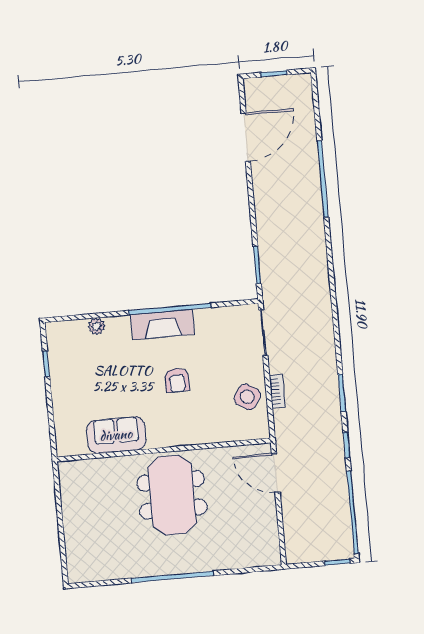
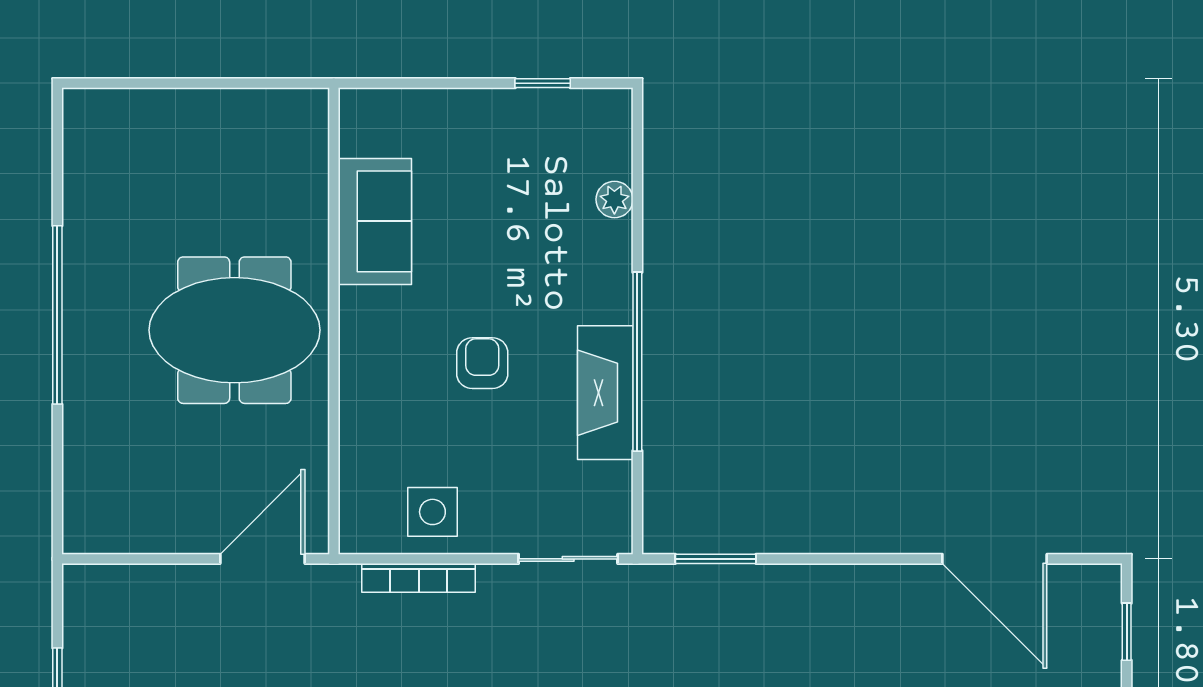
fireplace: (163, 324) -> (605, 393), moved
armchair: (177, 380) -> (482, 363), turned 90
bookcase: (277, 391) -> (419, 578), width x1.56
side table: (247, 397) -> (432, 512), turned -32

